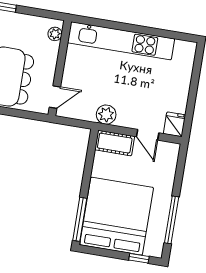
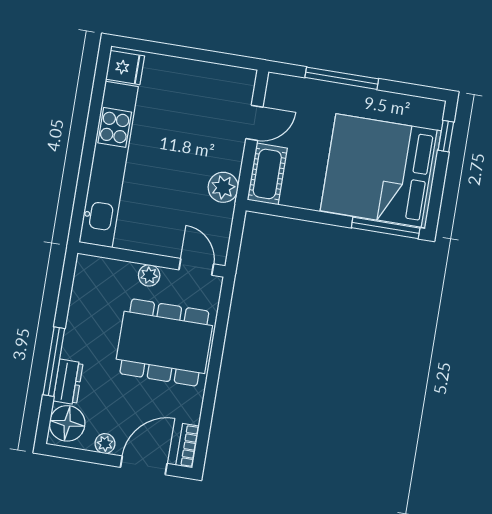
plant: (55, 34) -> (149, 275), moved
fridge: (174, 124) -> (125, 68), moved, turned 180
window: (172, 220) -> (342, 78), moved

